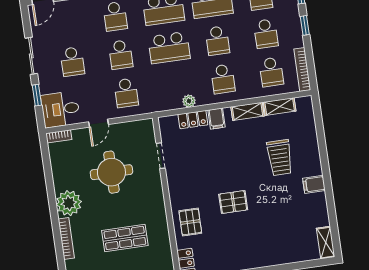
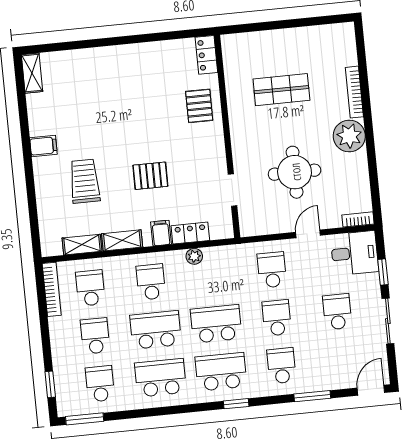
window: (305, 25) -> (46, 344), removed
school desk: (217, 41) -> (156, 330), width x1.85
pallet: (233, 202) -> (150, 176), moved

